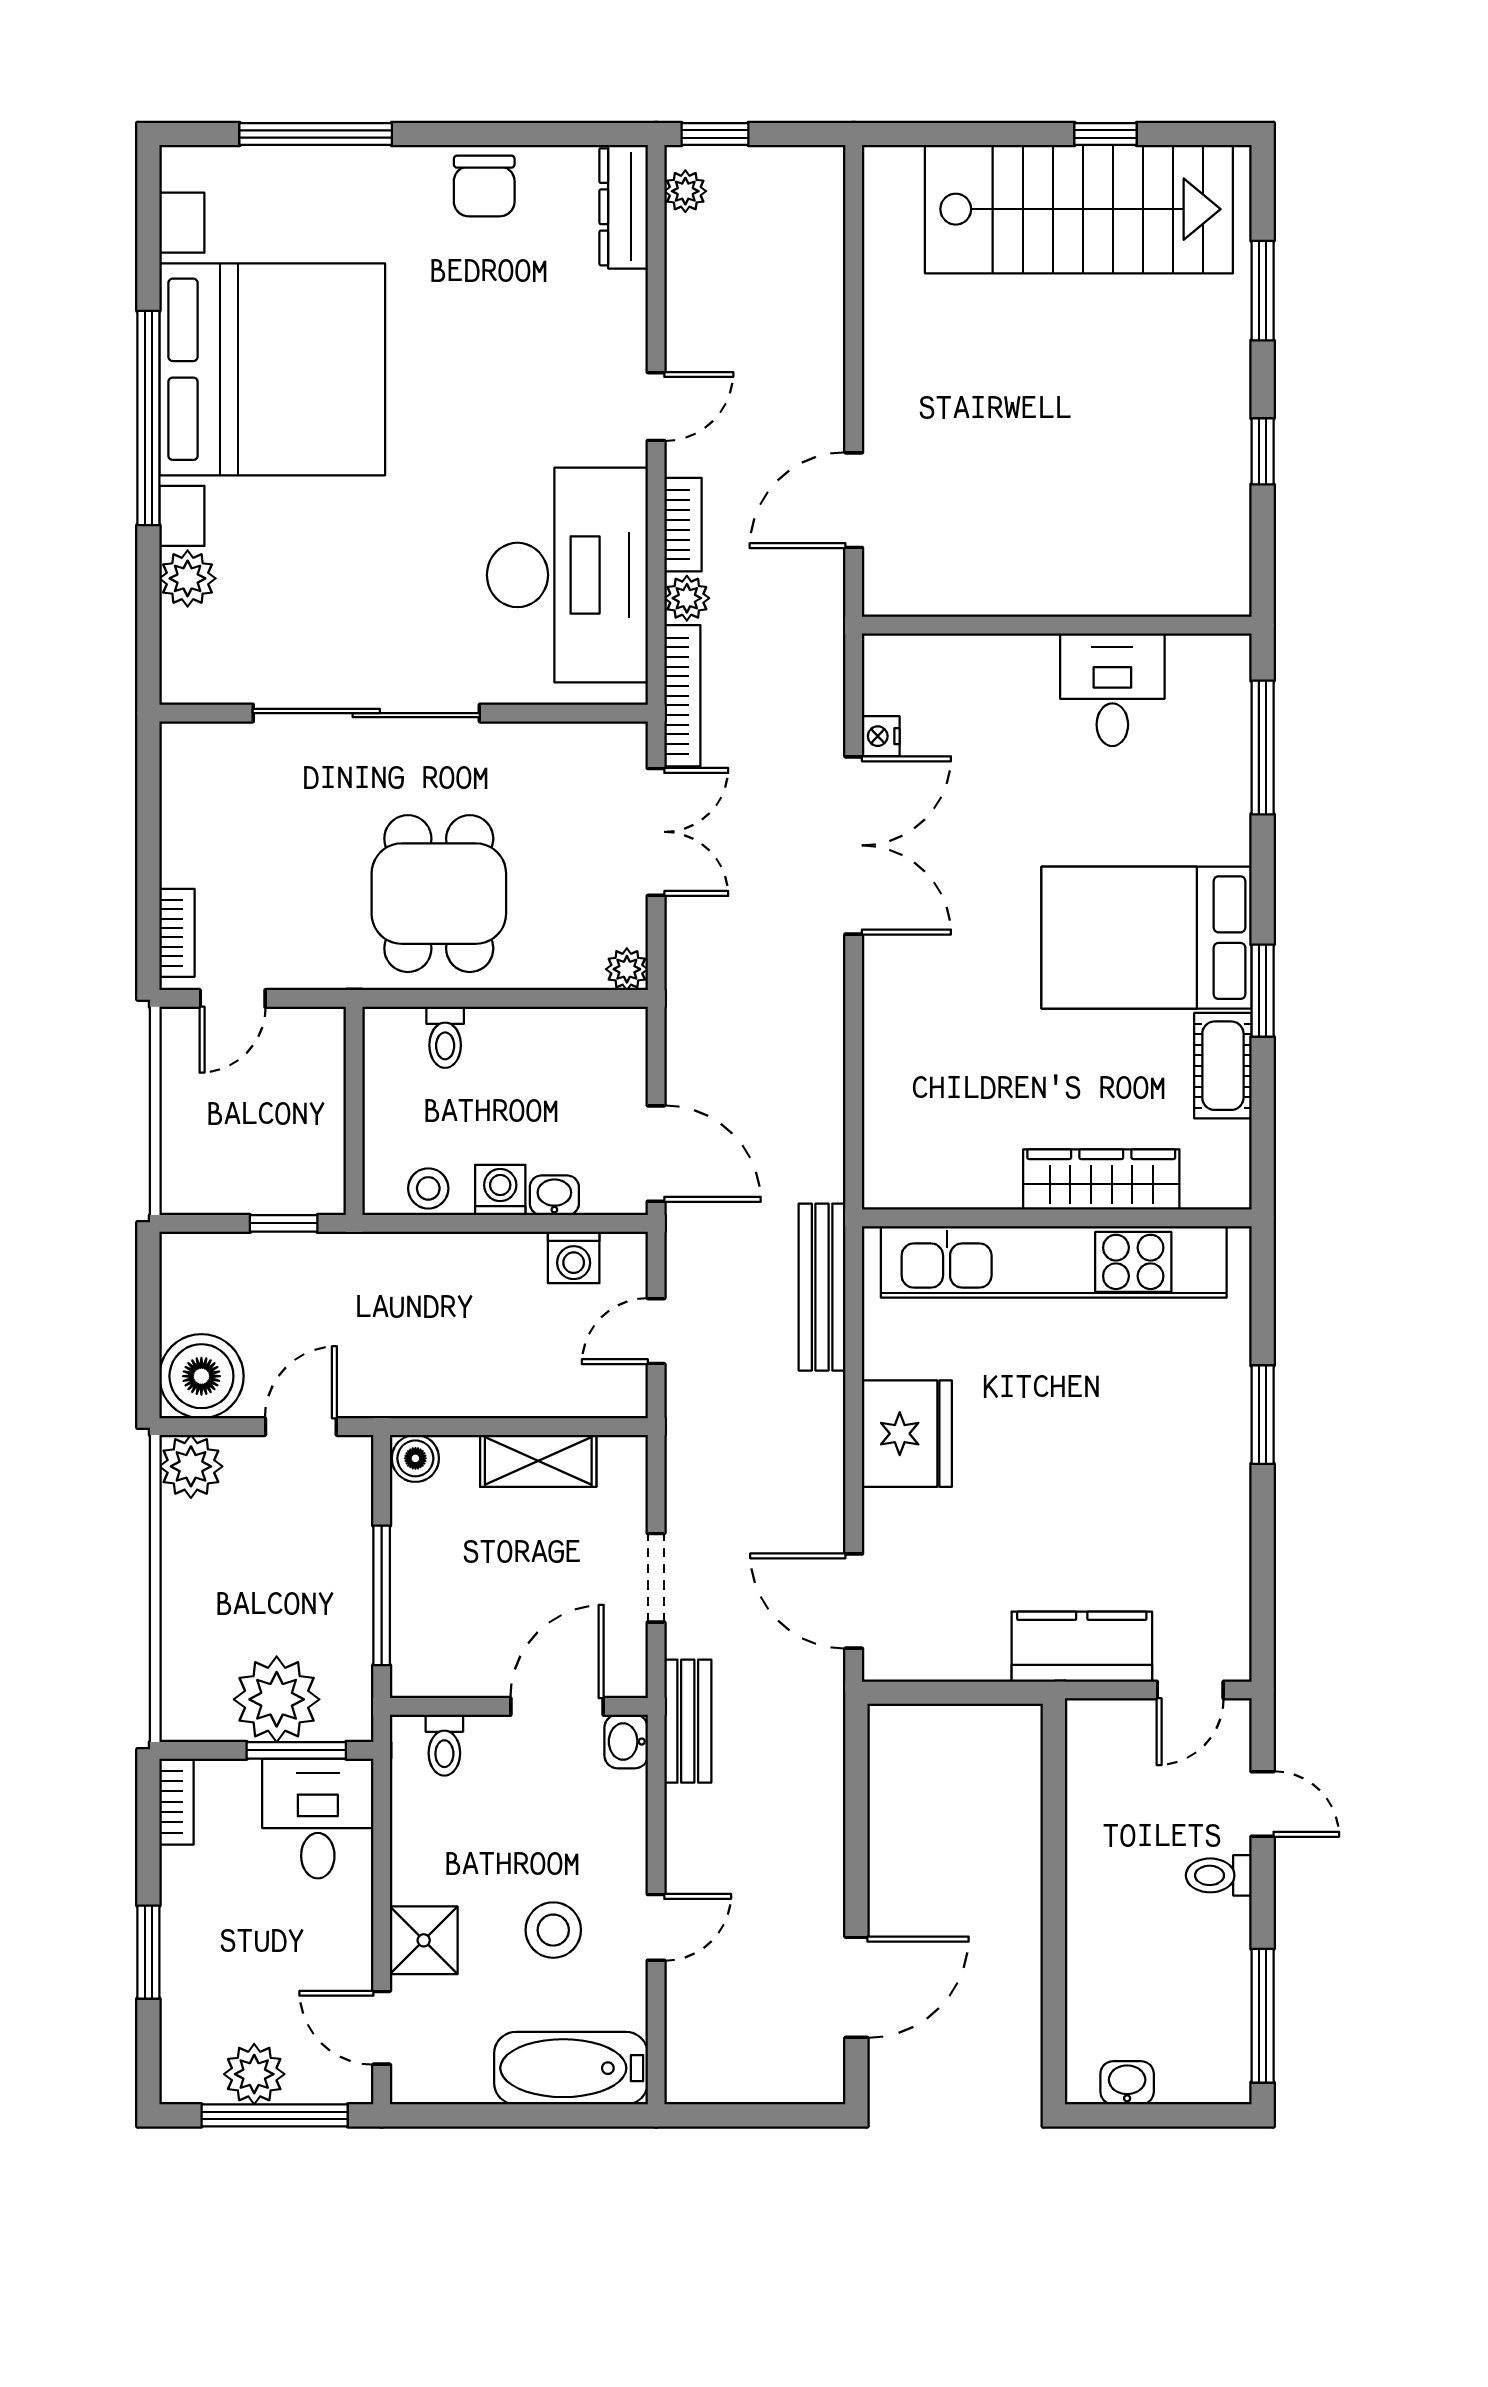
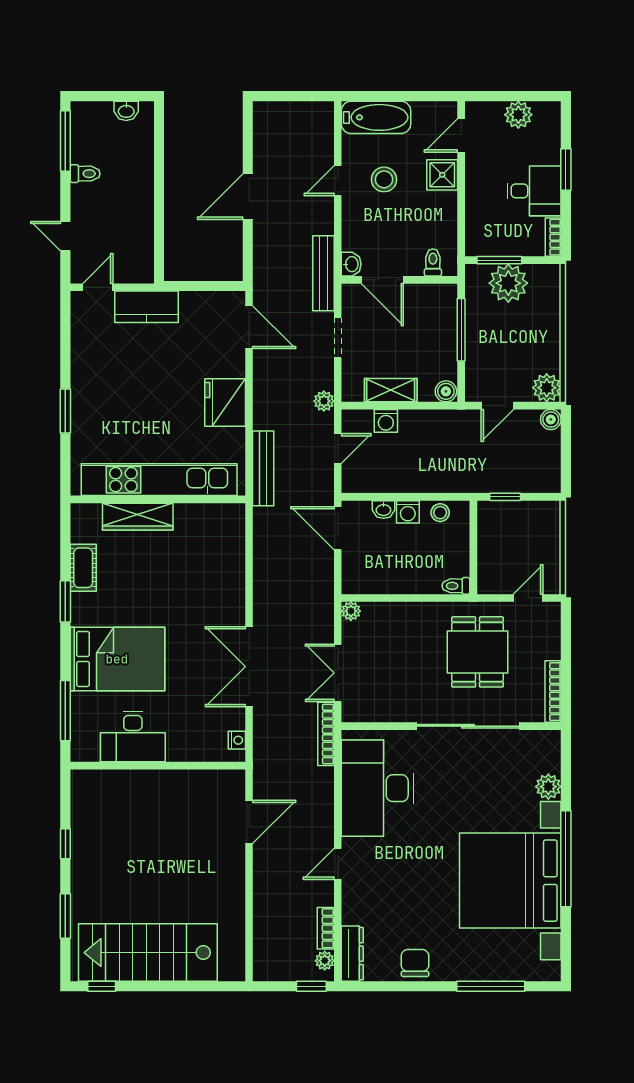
window: (1106, 134) -> (102, 986), moved
bookcase: (683, 525) -> (326, 928), moved
plant: (687, 598) -> (324, 401), moved
desk: (1112, 690) -> (133, 737), width x1.37
nightstand: (881, 736) -> (237, 740), moved
dining table: (439, 894) -> (478, 652), moved
bookcase: (177, 933) -> (553, 692), moved, width x1.56
bed: (1146, 938) -> (117, 659), moved
toilet: (445, 1037) -> (456, 586), moved, turned -90
washing machine: (574, 1257) -> (386, 421), moved, turned 180
boiler: (201, 1376) -> (551, 419), width x0.54, depth x0.54
door: (557, 1706) -> (382, 280), hinge flipped
bench: (688, 1721) -> (324, 273), width x1.36
desk: (318, 1819) -> (534, 191), moved, turned -90
toilet: (1219, 1875) -> (85, 174), moved
door: (856, 1987) -> (248, 197), moved
door: (382, 2028) -> (461, 136), swing flipped
window: (275, 2115) -> (509, 96), removed

